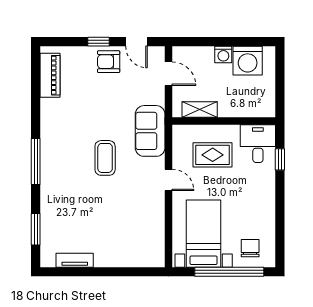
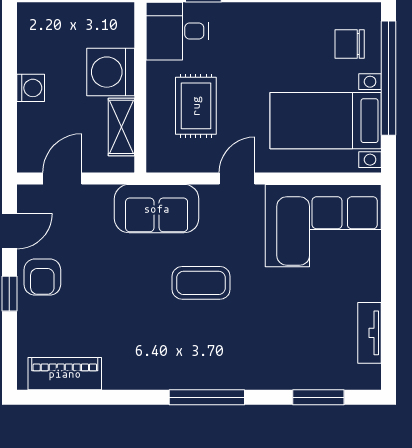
washing machine: (248, 61) -> (111, 72), moved, turned 180
corner sofa: (140, 232) -> (323, 226), added

